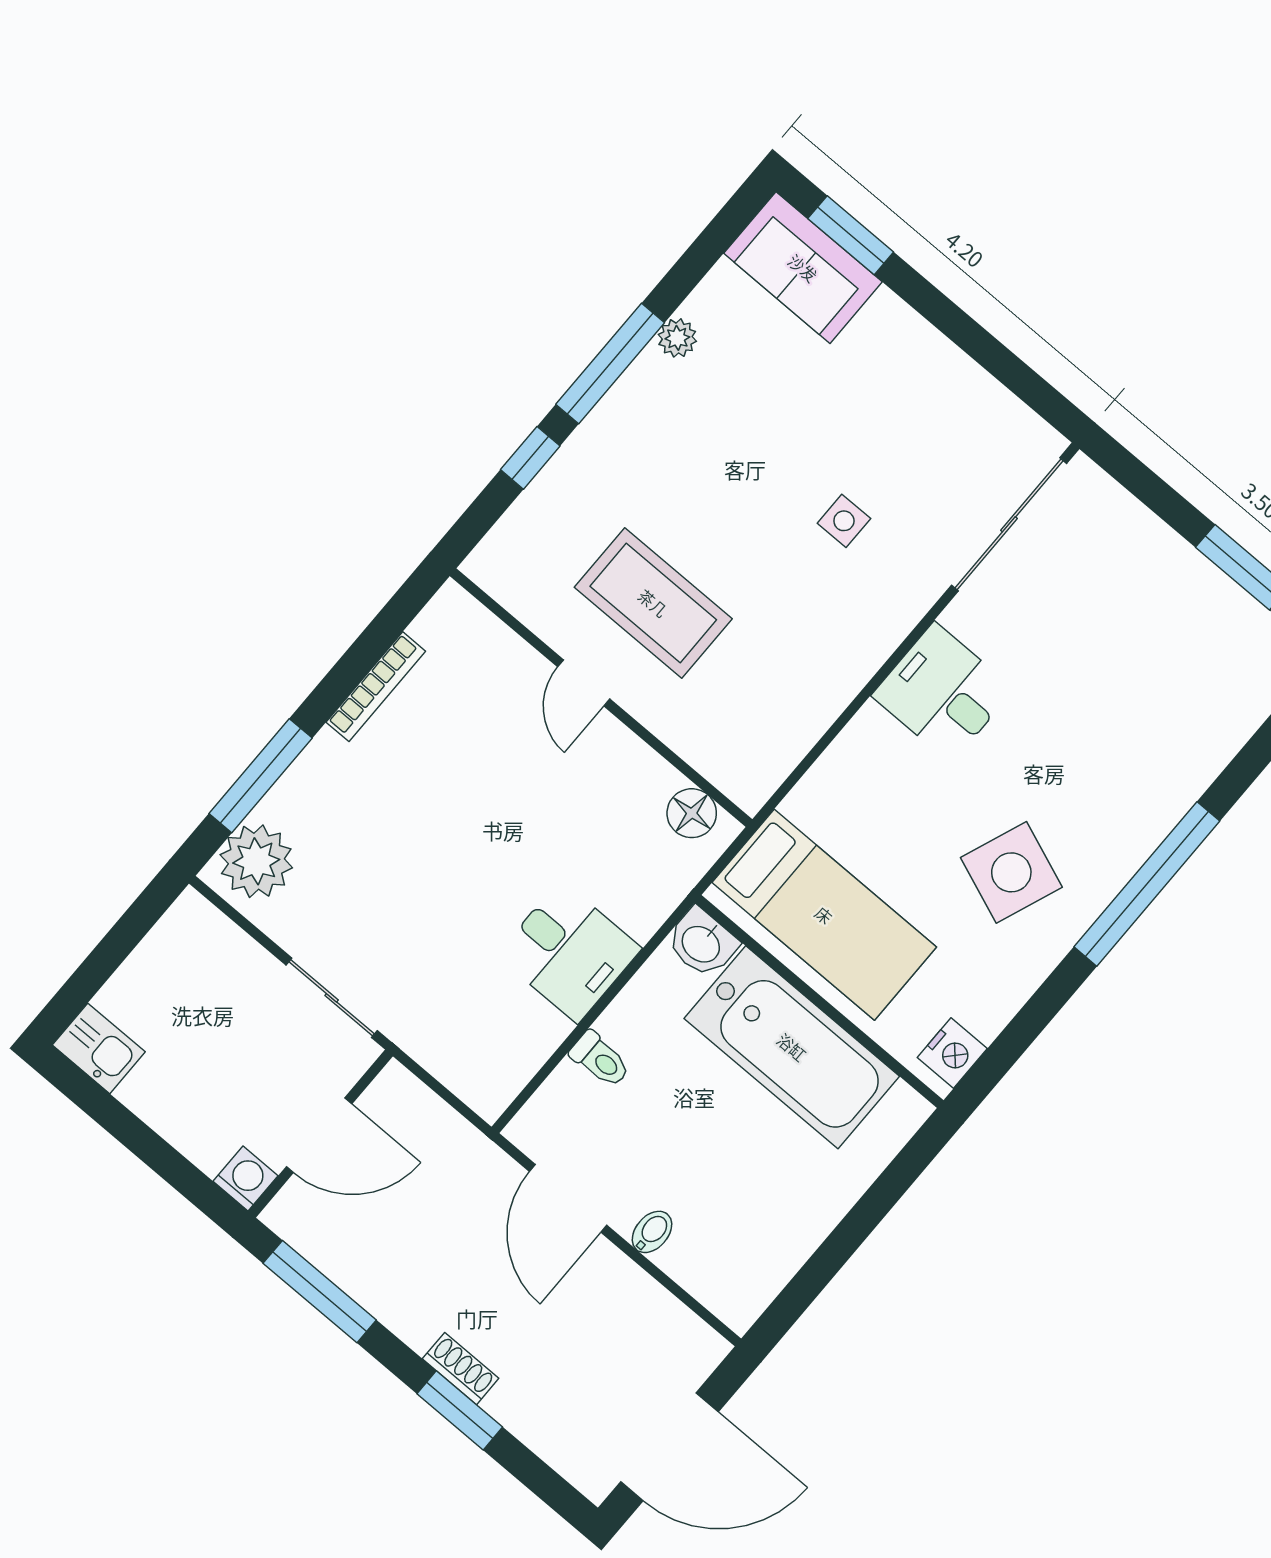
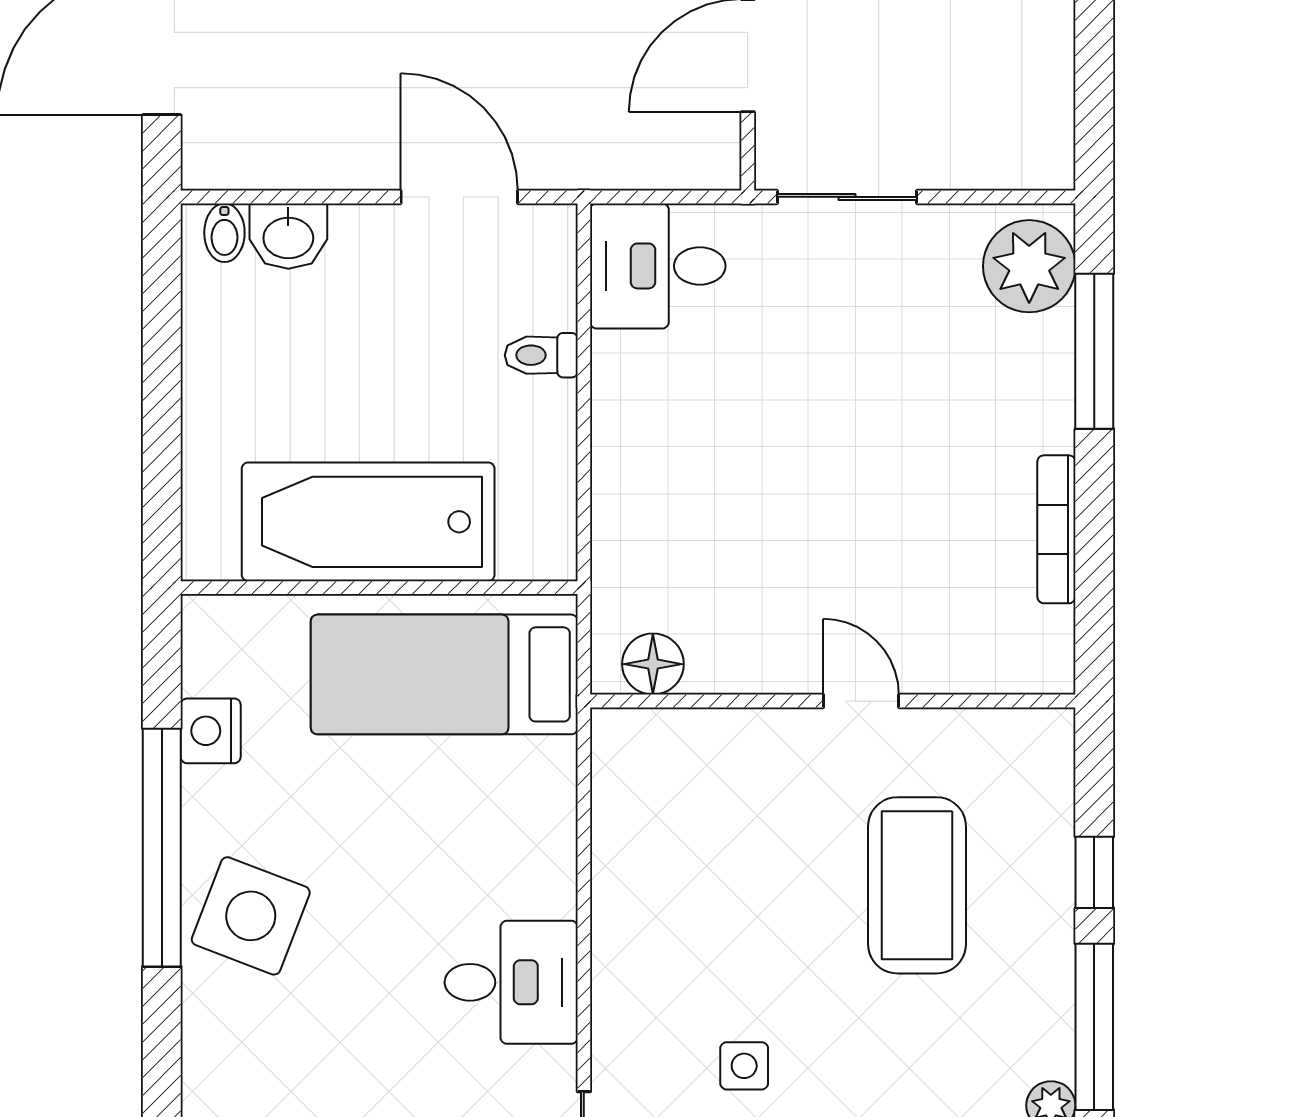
coffee table: (653, 603) -> (917, 885), moved, turned 90
side table: (1011, 872) -> (251, 916), moved
window: (1147, 884) -> (162, 848), moved
washbasin: (702, 943) -> (288, 236), moved, turned 180
desk: (569, 952) -> (658, 266), moved
nightstand: (952, 1053) -> (211, 731), moved
bidet: (652, 1232) -> (224, 233), moved

